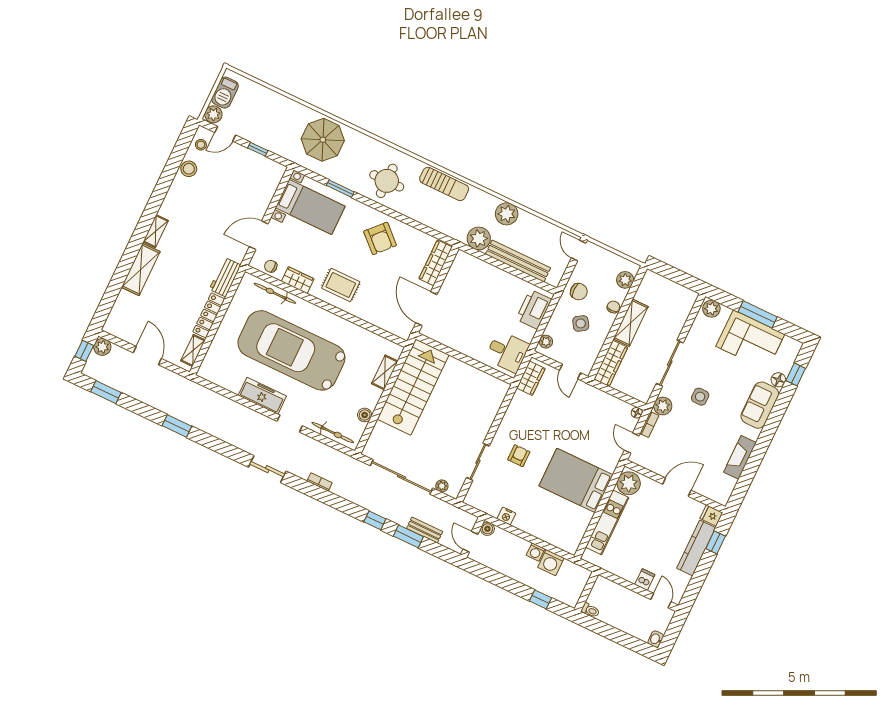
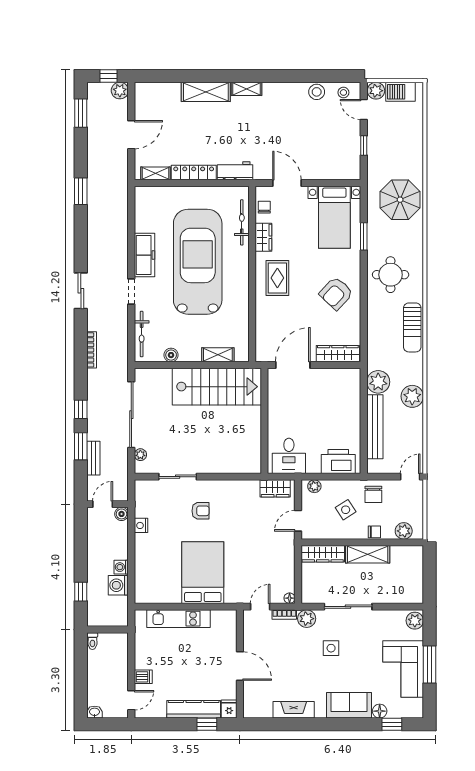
bookcase: (320, 482) -> (92, 350), width x1.56
plant: (629, 483) -> (223, 621), removed

